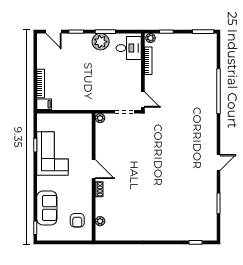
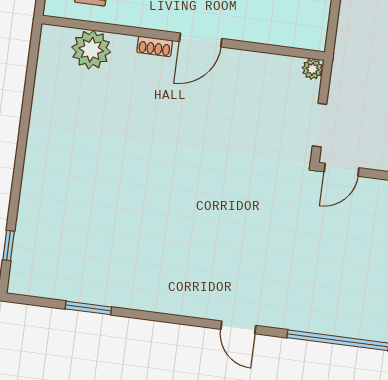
door: (218, 163) -> (238, 327), moved
plant: (100, 221) -> (91, 50), width x1.87, depth x1.87

